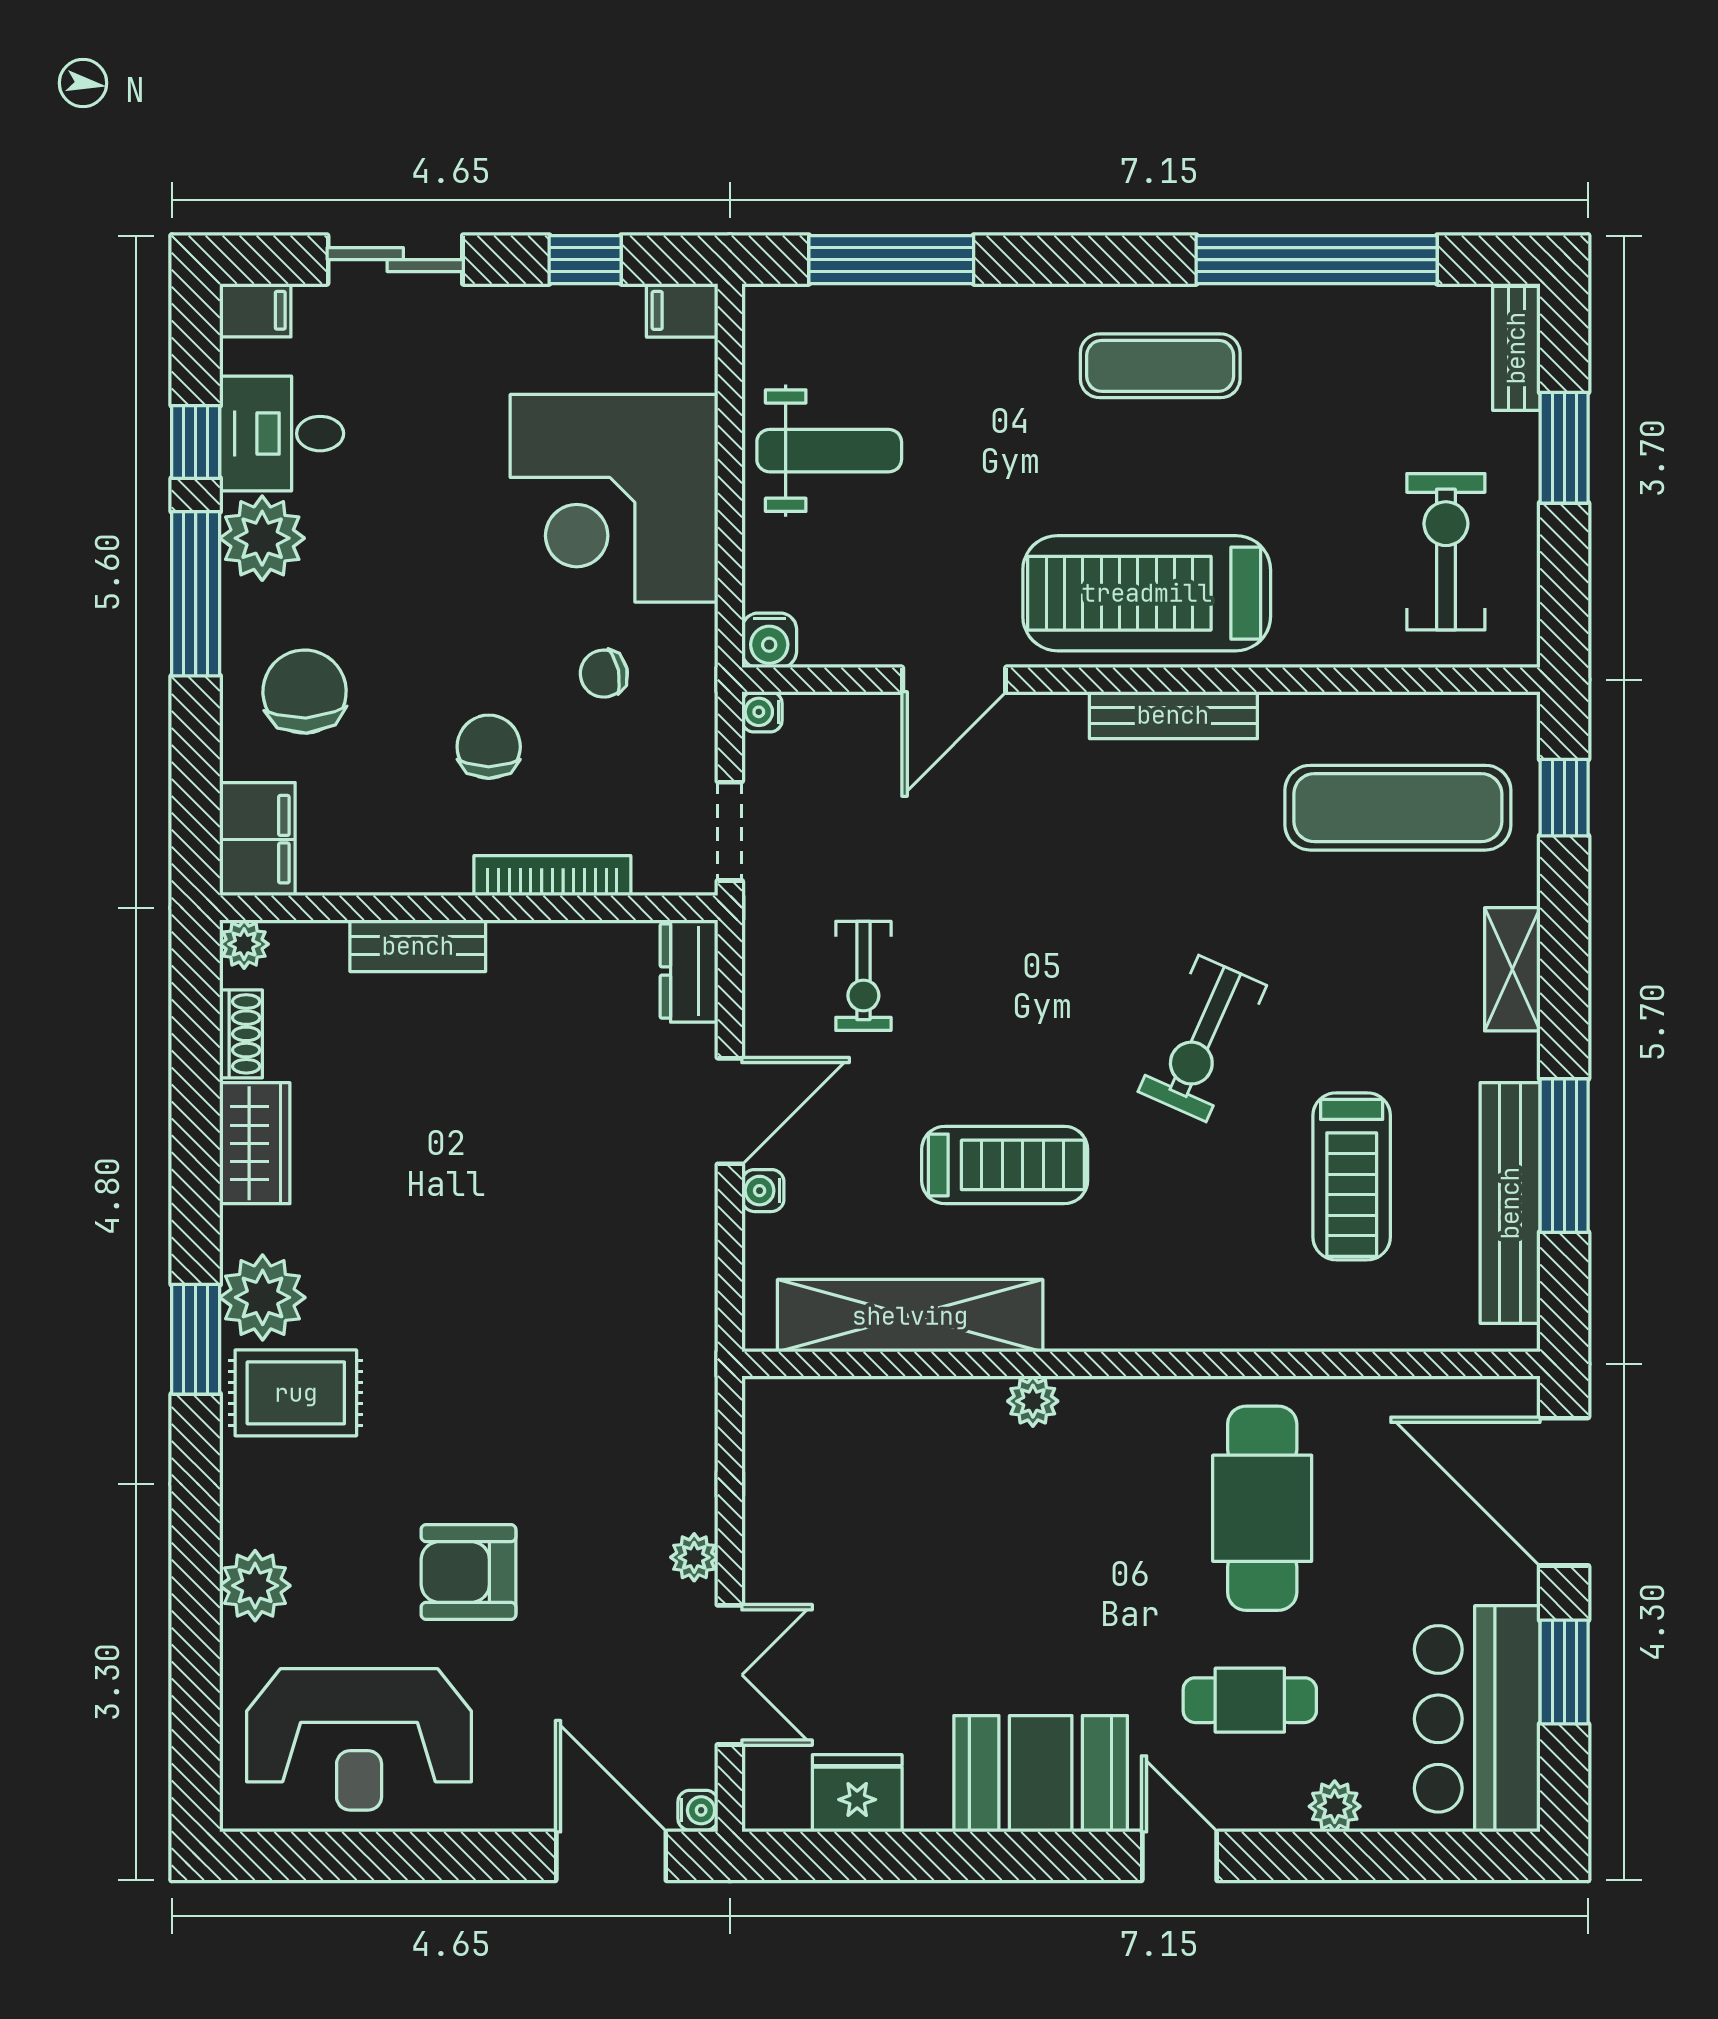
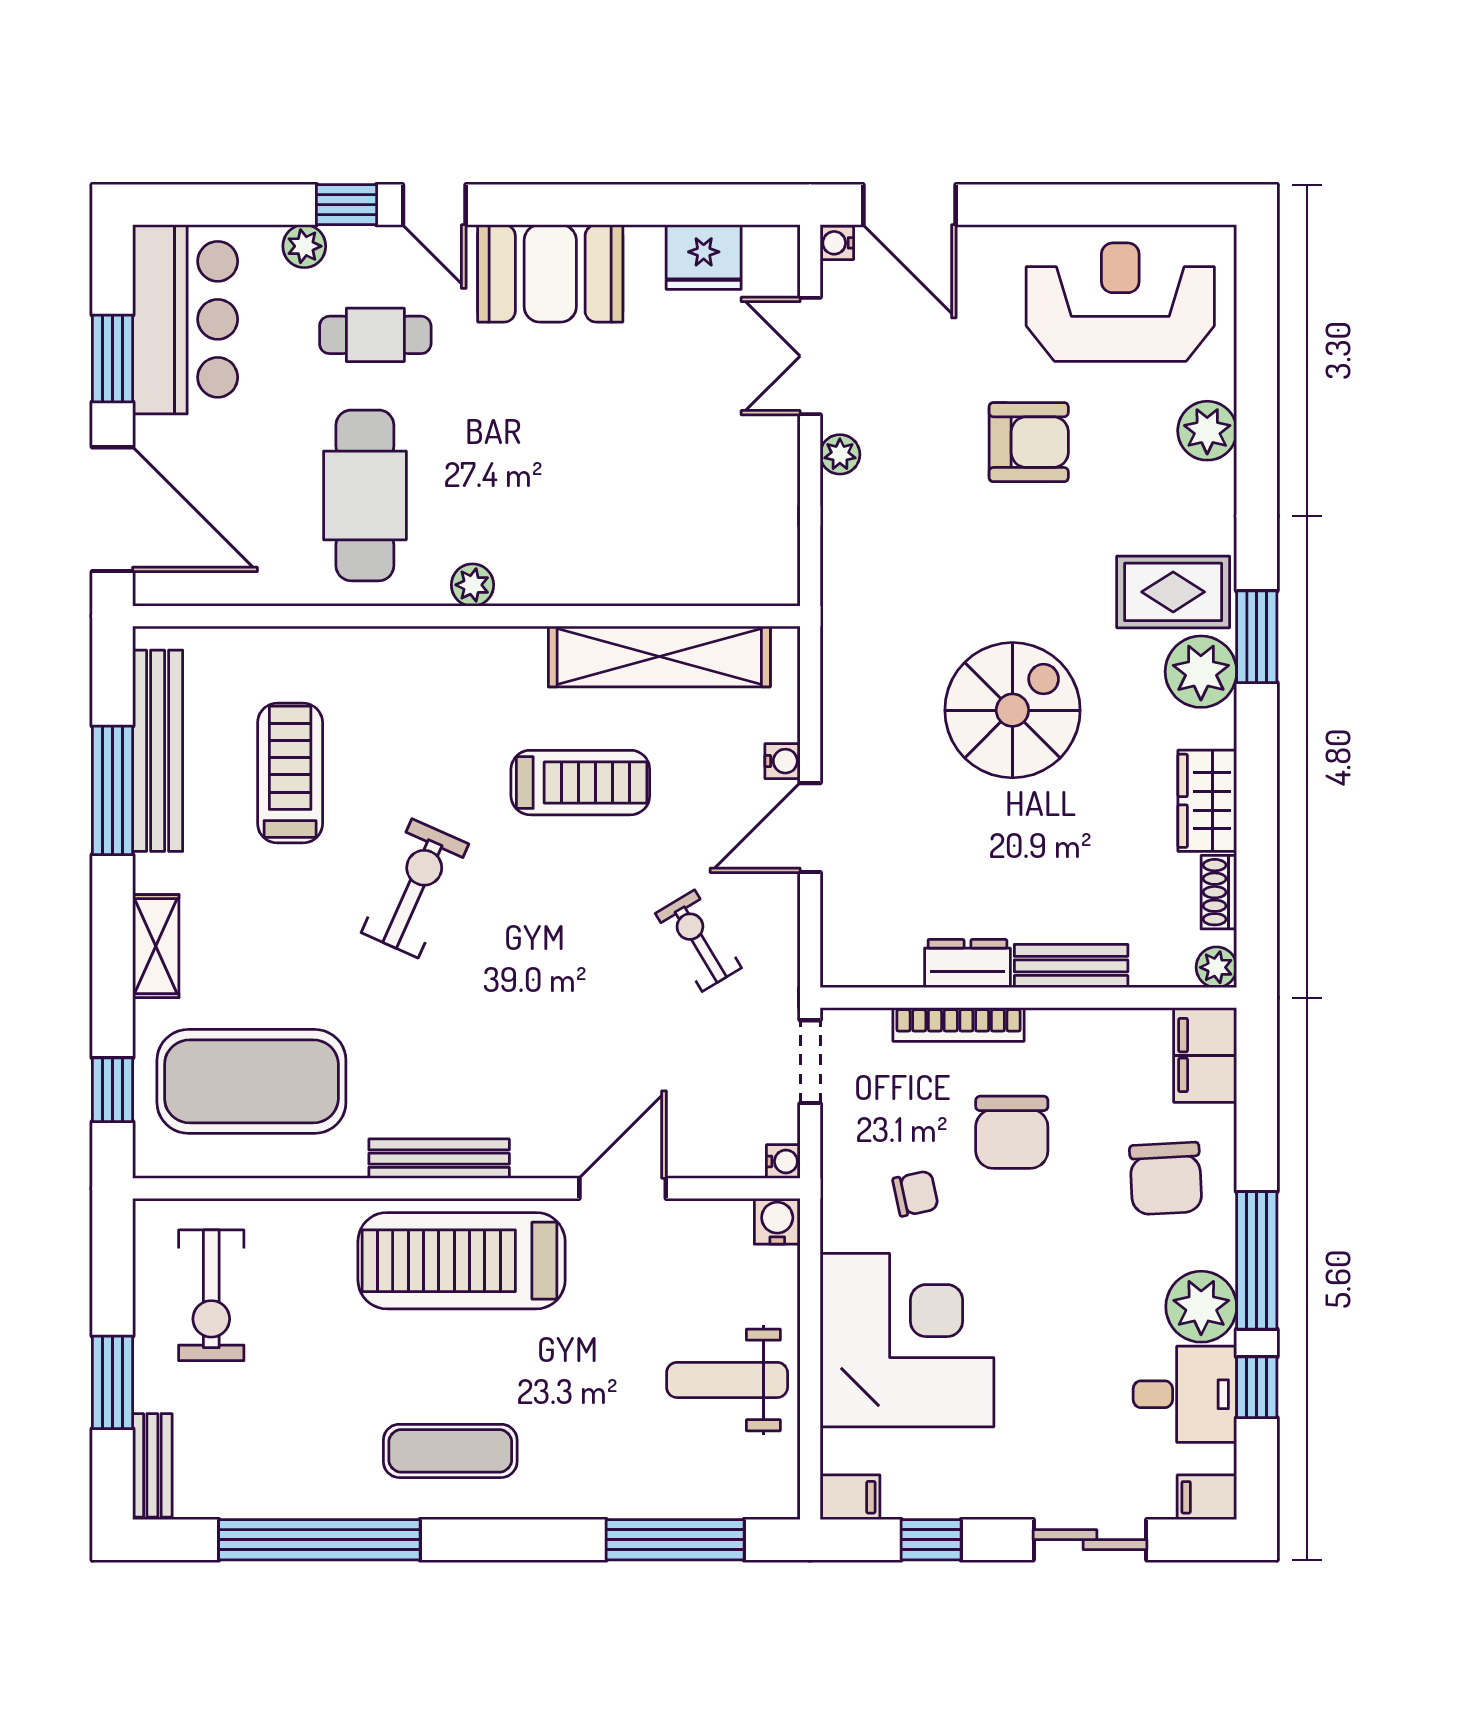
treadmill: (1147, 593) -> (462, 1261), turned 180
chair: (489, 747) -> (1012, 1132), width x1.37, depth x1.37
exercise mat: (1398, 808) -> (251, 1081), width x1.47
dresser: (689, 971) -> (967, 963), moved, turned -90
exercise bike: (863, 976) -> (698, 941), turned -31
treadmill: (1005, 1165) -> (580, 783), turned 180
spiral stairs: (488, 1251) -> (1012, 710), added
plant: (1033, 1401) -> (472, 585), moved
window: (1284, 1856) -> (346, 205), added

